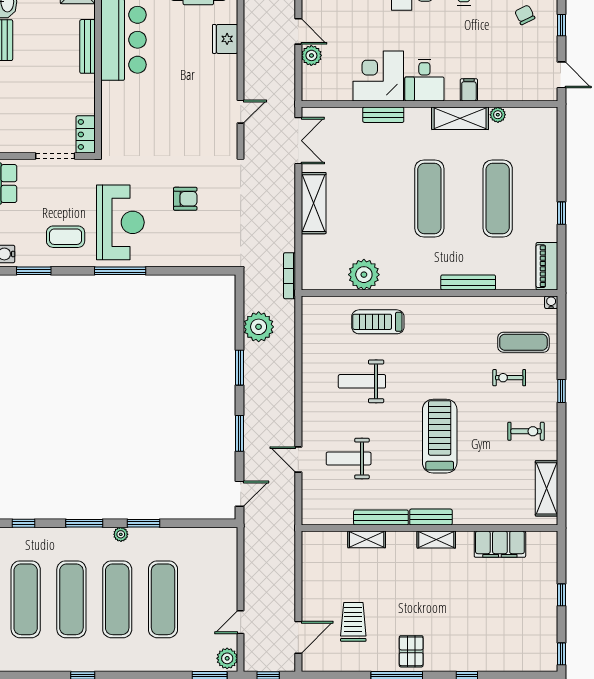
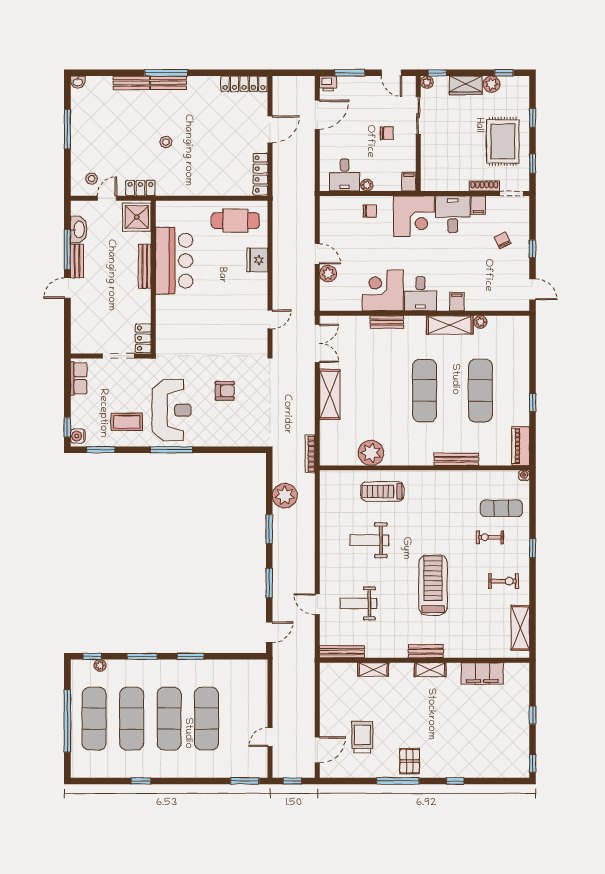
bench: (381, 518) -> (342, 652), moved
plant: (121, 534) -> (100, 665), moved
plant: (227, 658) -> (259, 767), removed

